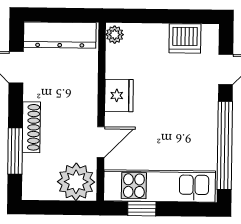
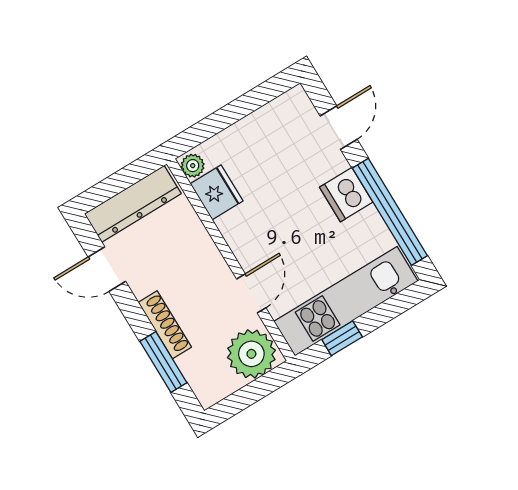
dishwasher: (185, 38) -> (346, 195), moved, turned 90
fridge: (119, 95) -> (217, 192), moved

